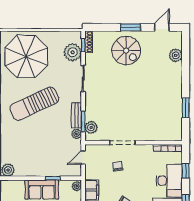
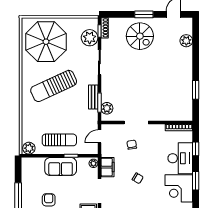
plant: (76, 134) -> (93, 114), removed
sun lounger: (40, 161) -> (59, 140), added

